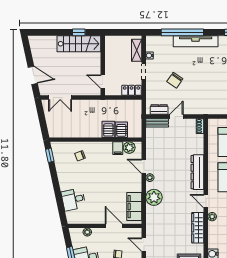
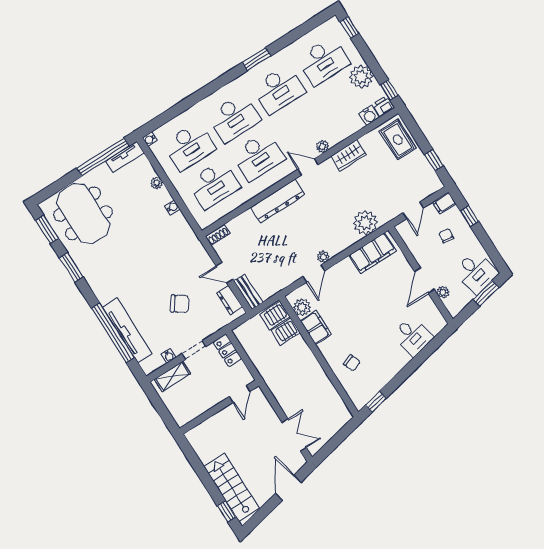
window: (79, 32) -> (227, 511), moved
tv unit: (196, 41) -> (127, 330), moved
stairs: (79, 44) -> (231, 487), moved
server rack: (108, 129) -> (275, 316), moved
filing cabinet: (118, 148) -> (316, 327), width x2.00
plant: (154, 197) -> (365, 223), moved
door: (206, 201) -> (308, 167), swing flipped
door: (114, 226) -> (424, 281), moved
wardrobe: (198, 228) -> (348, 156), width x0.67

